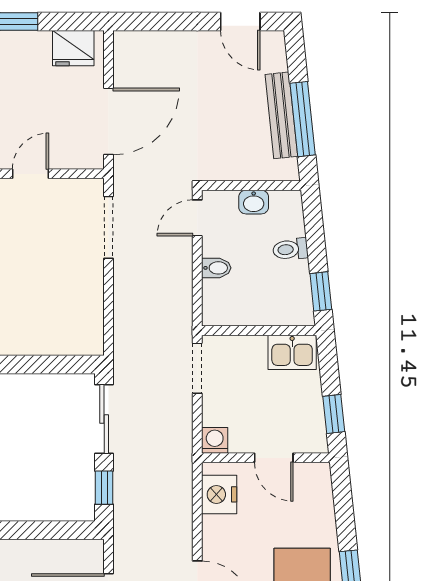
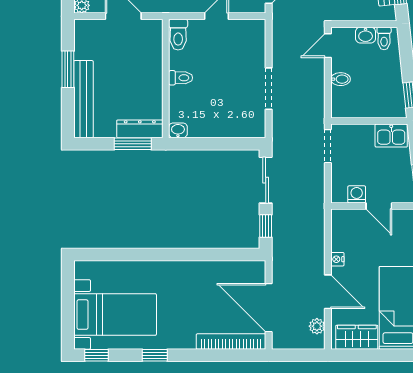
doorway: (109, 227) -> (269, 89), moved
toilet: (290, 249) -> (384, 38), moved, turned -84
washing machine: (215, 440) -> (357, 194), moved
nightstand: (219, 494) -> (337, 259), moved, width x0.53, depth x0.56

